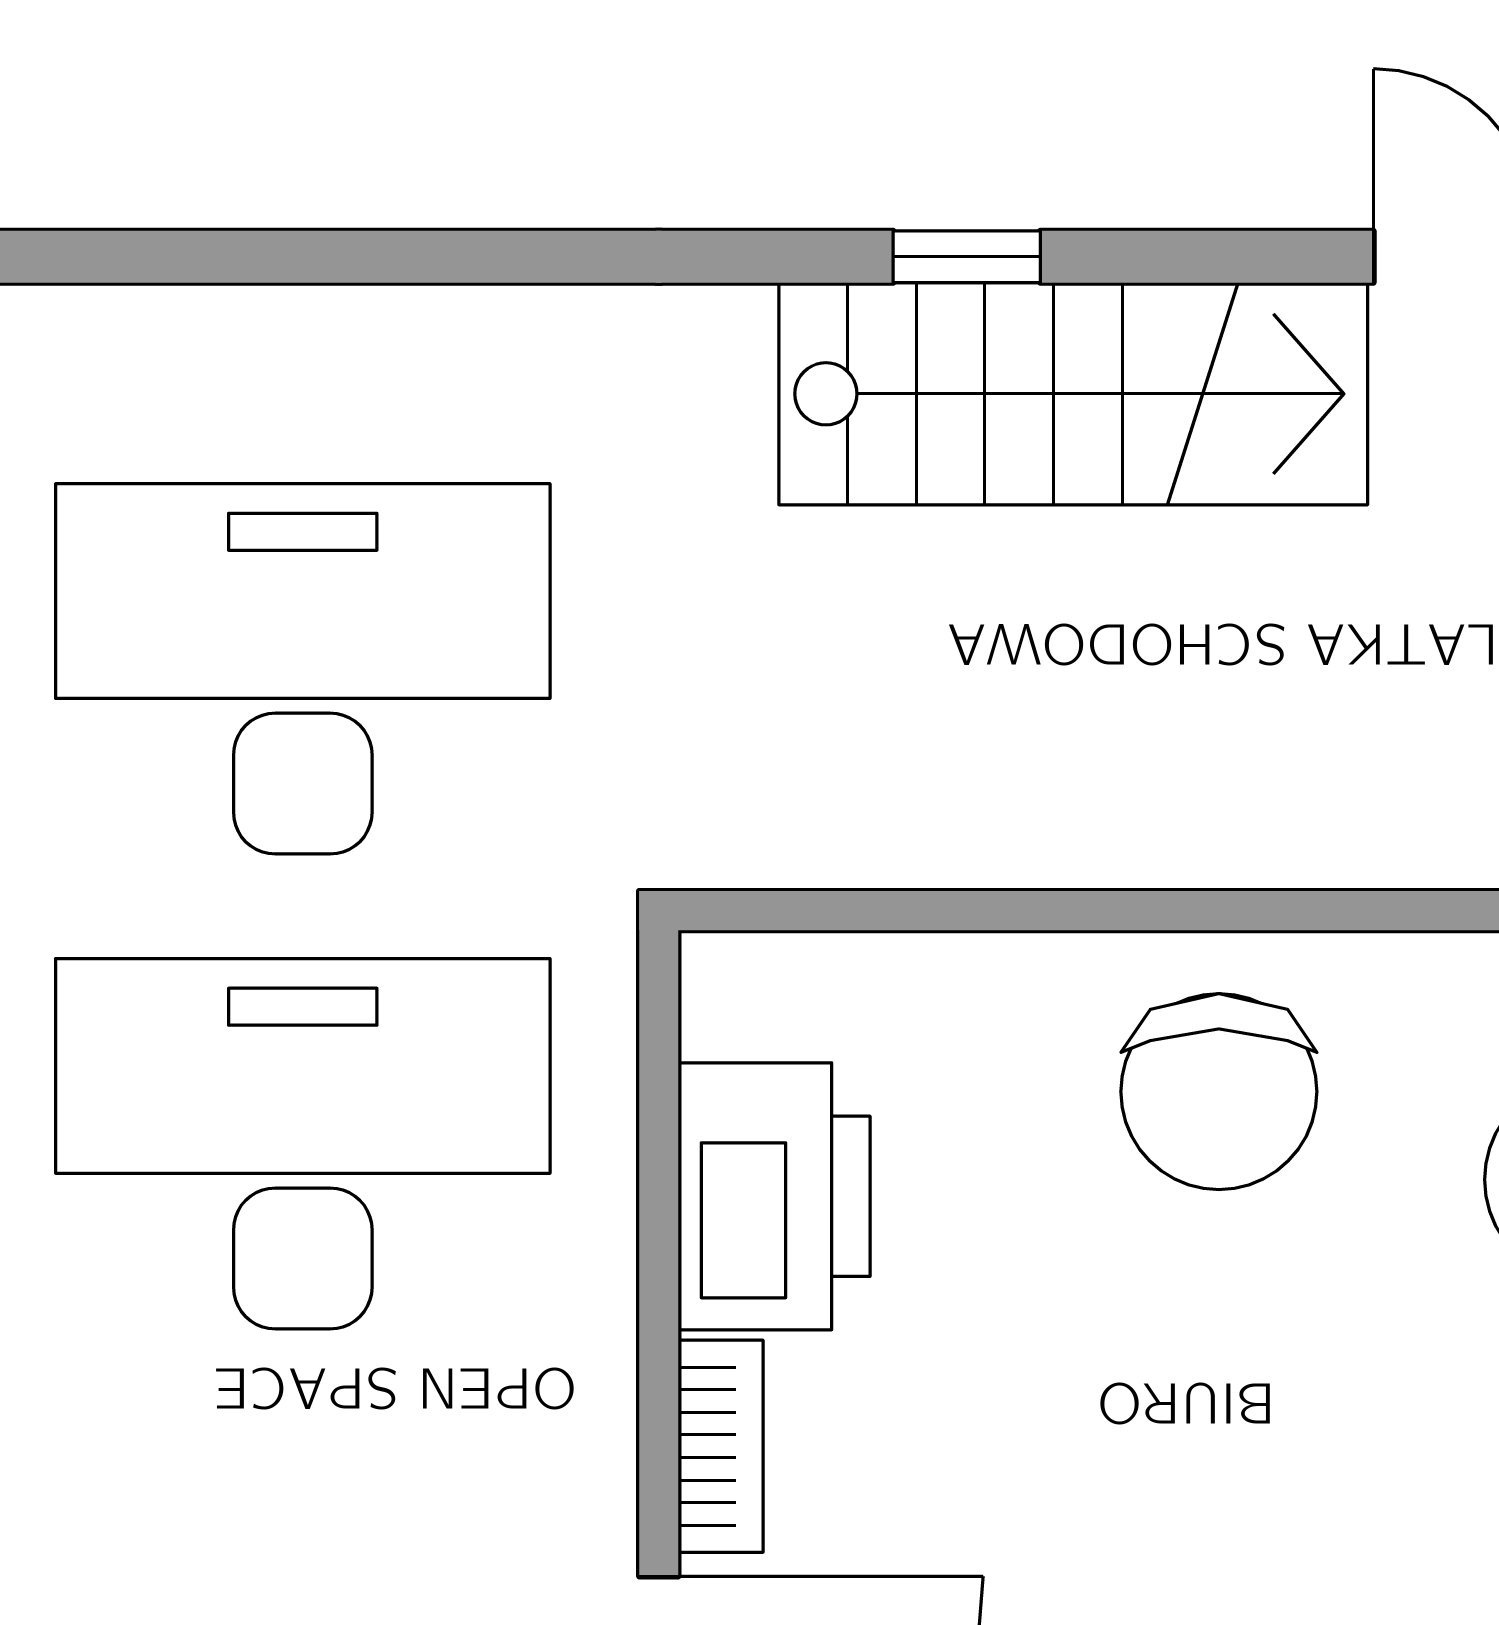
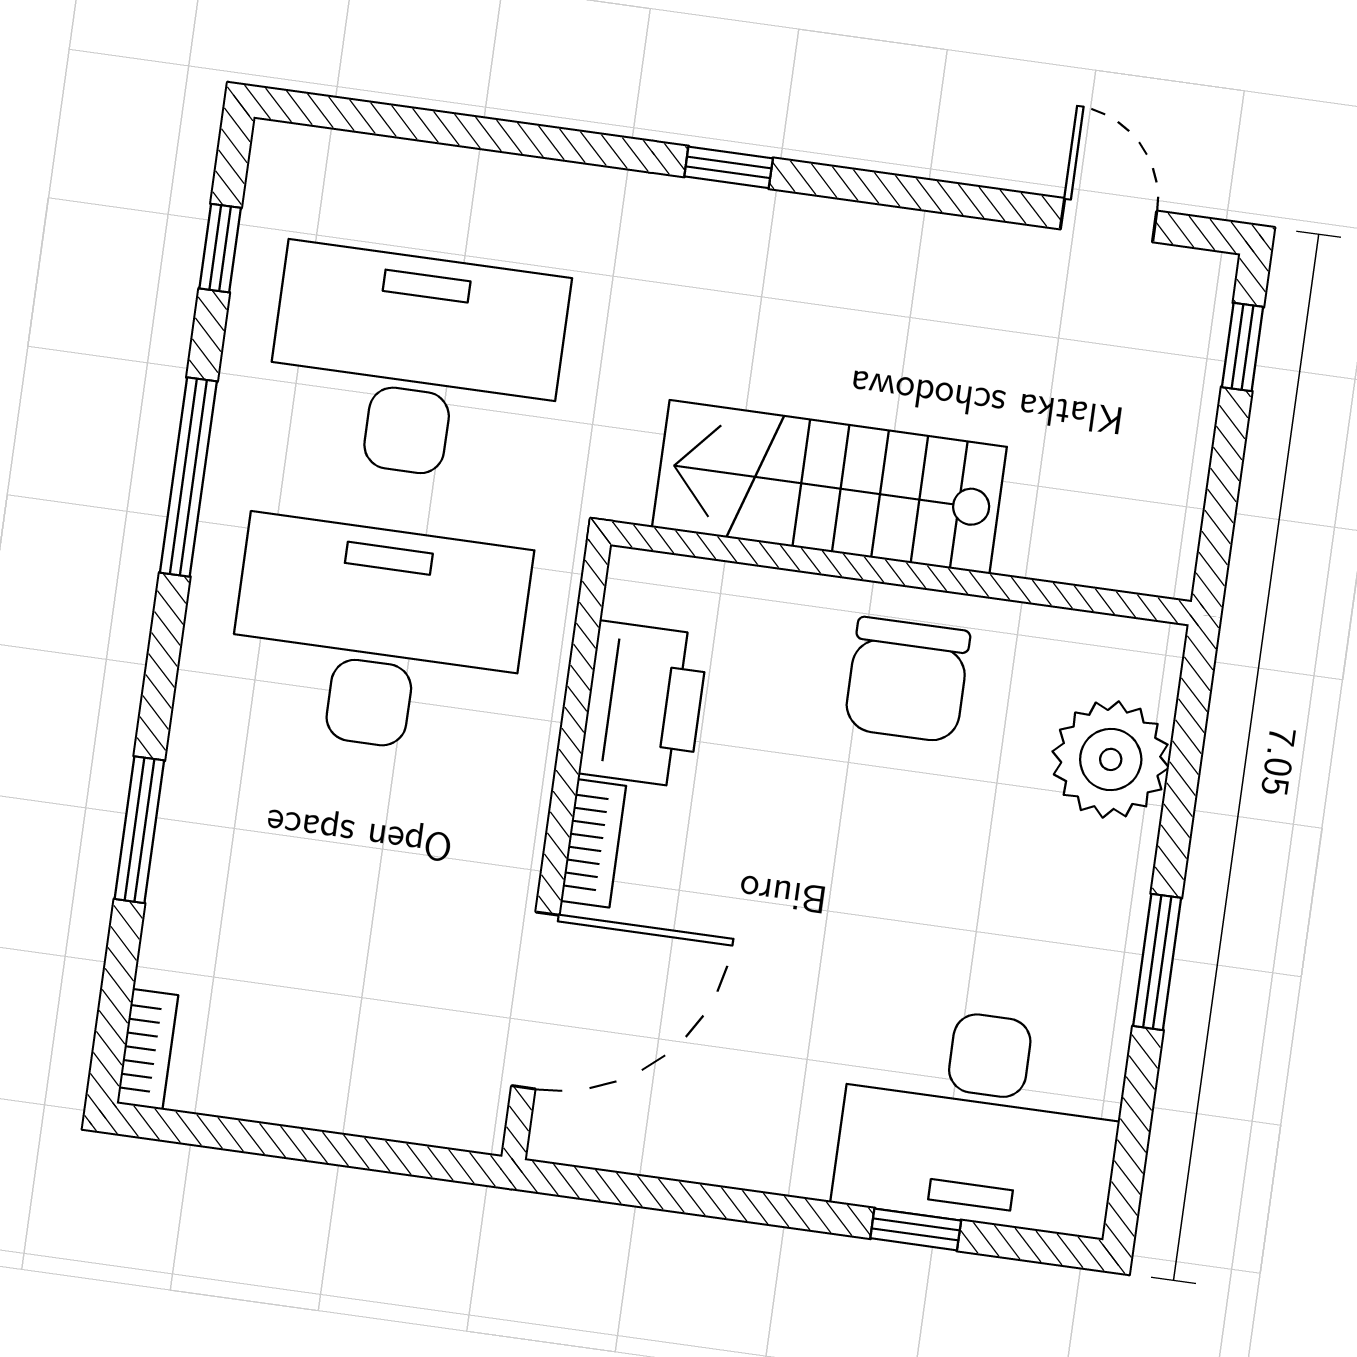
window: (967, 257) -> (729, 167), moved
stairs: (1073, 394) -> (829, 487), moved, turned 180

